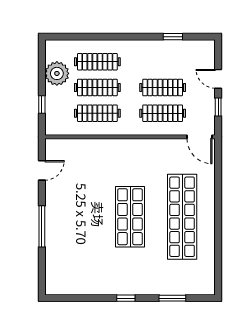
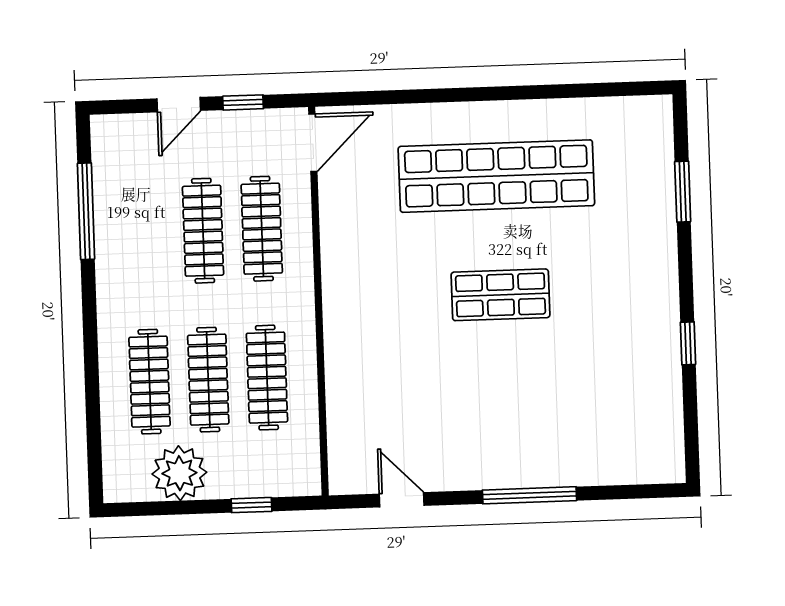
window: (173, 37) -> (86, 211), width x2.17
shop shelf: (130, 217) -> (501, 295), width x0.70, depth x0.74
window: (126, 298) -> (688, 343), moved

